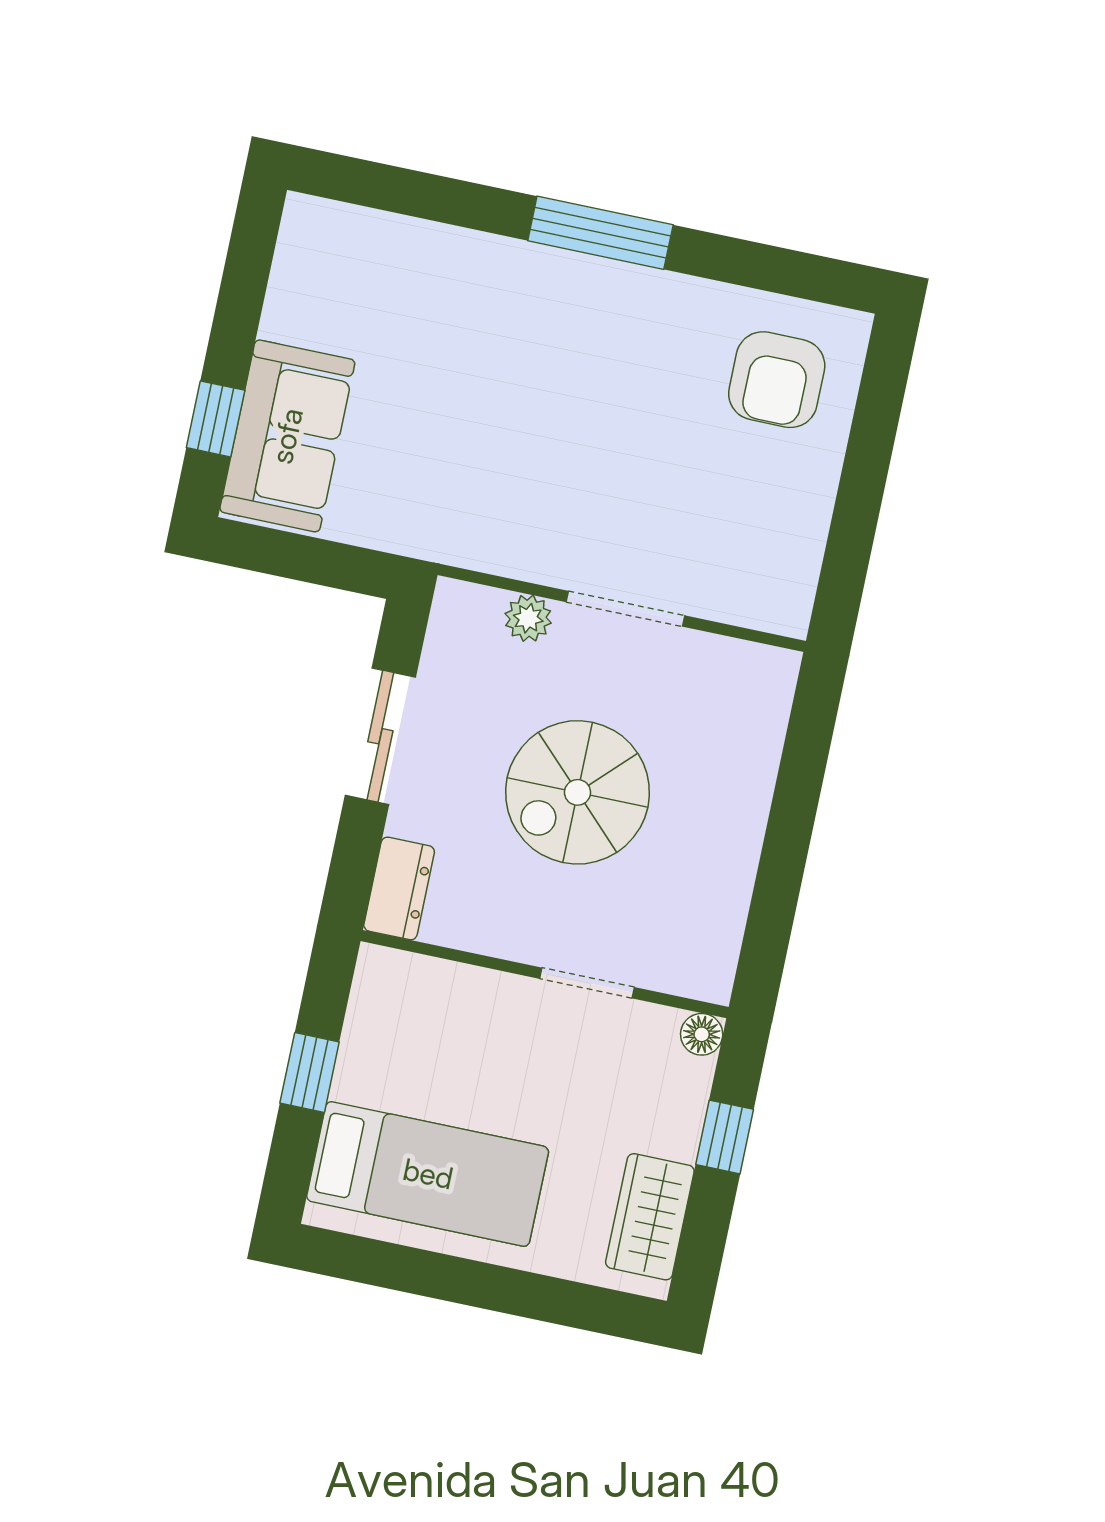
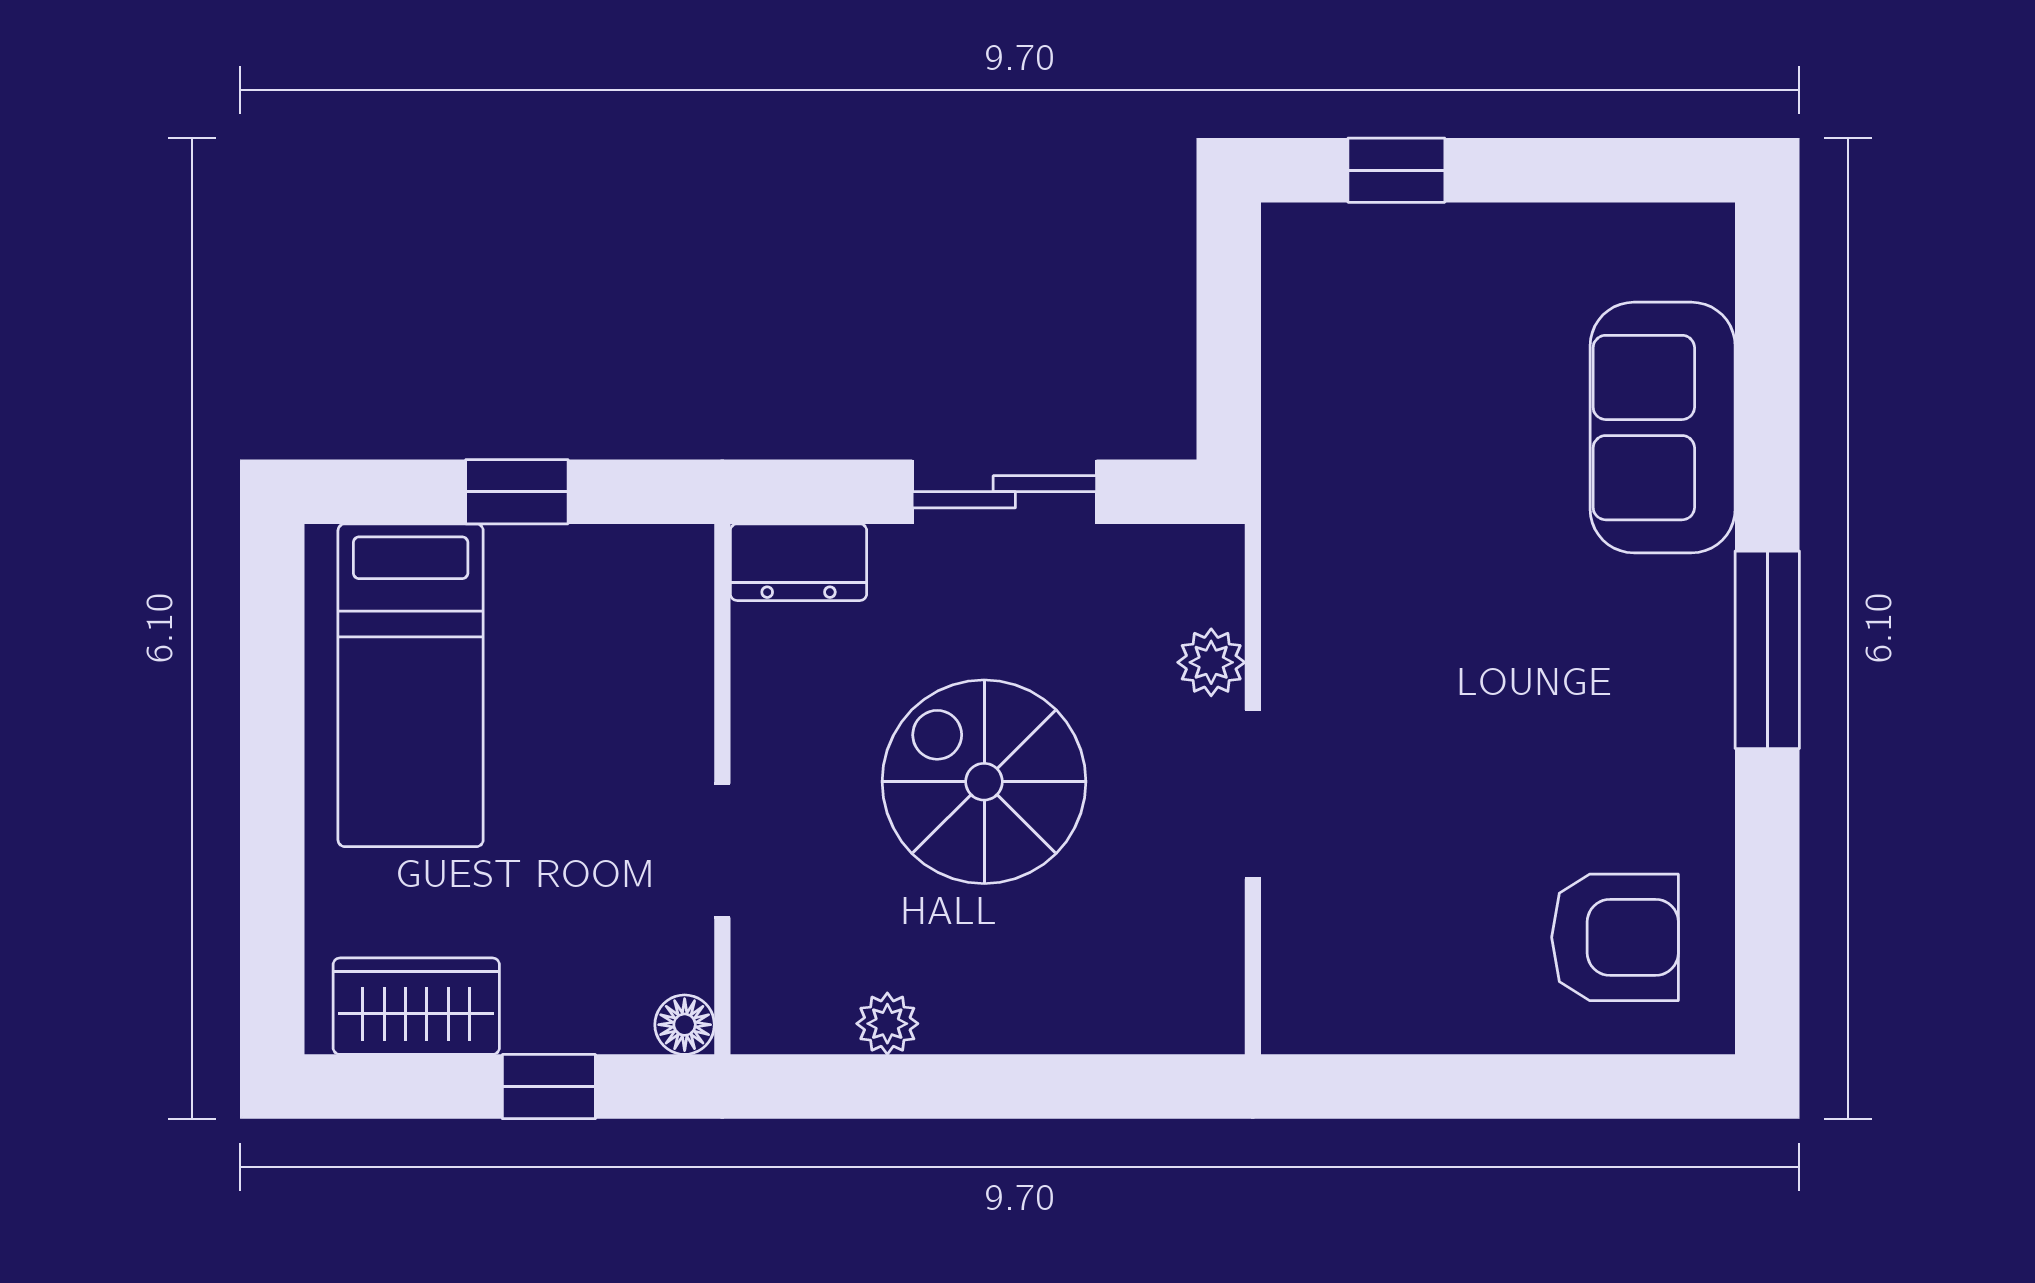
armchair: (777, 380) -> (1615, 937), turned 180
sofa: (287, 436) -> (1663, 428), moved, turned 90
plant: (730, 894) -> (887, 1024), added

